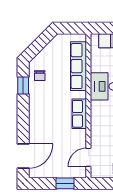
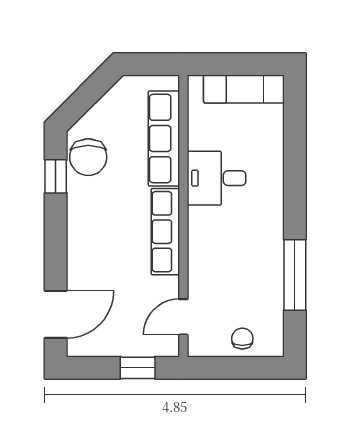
chair: (40, 76) -> (88, 157), width x1.87, depth x1.87
row of seats: (79, 114) -> (165, 232), width x1.48

